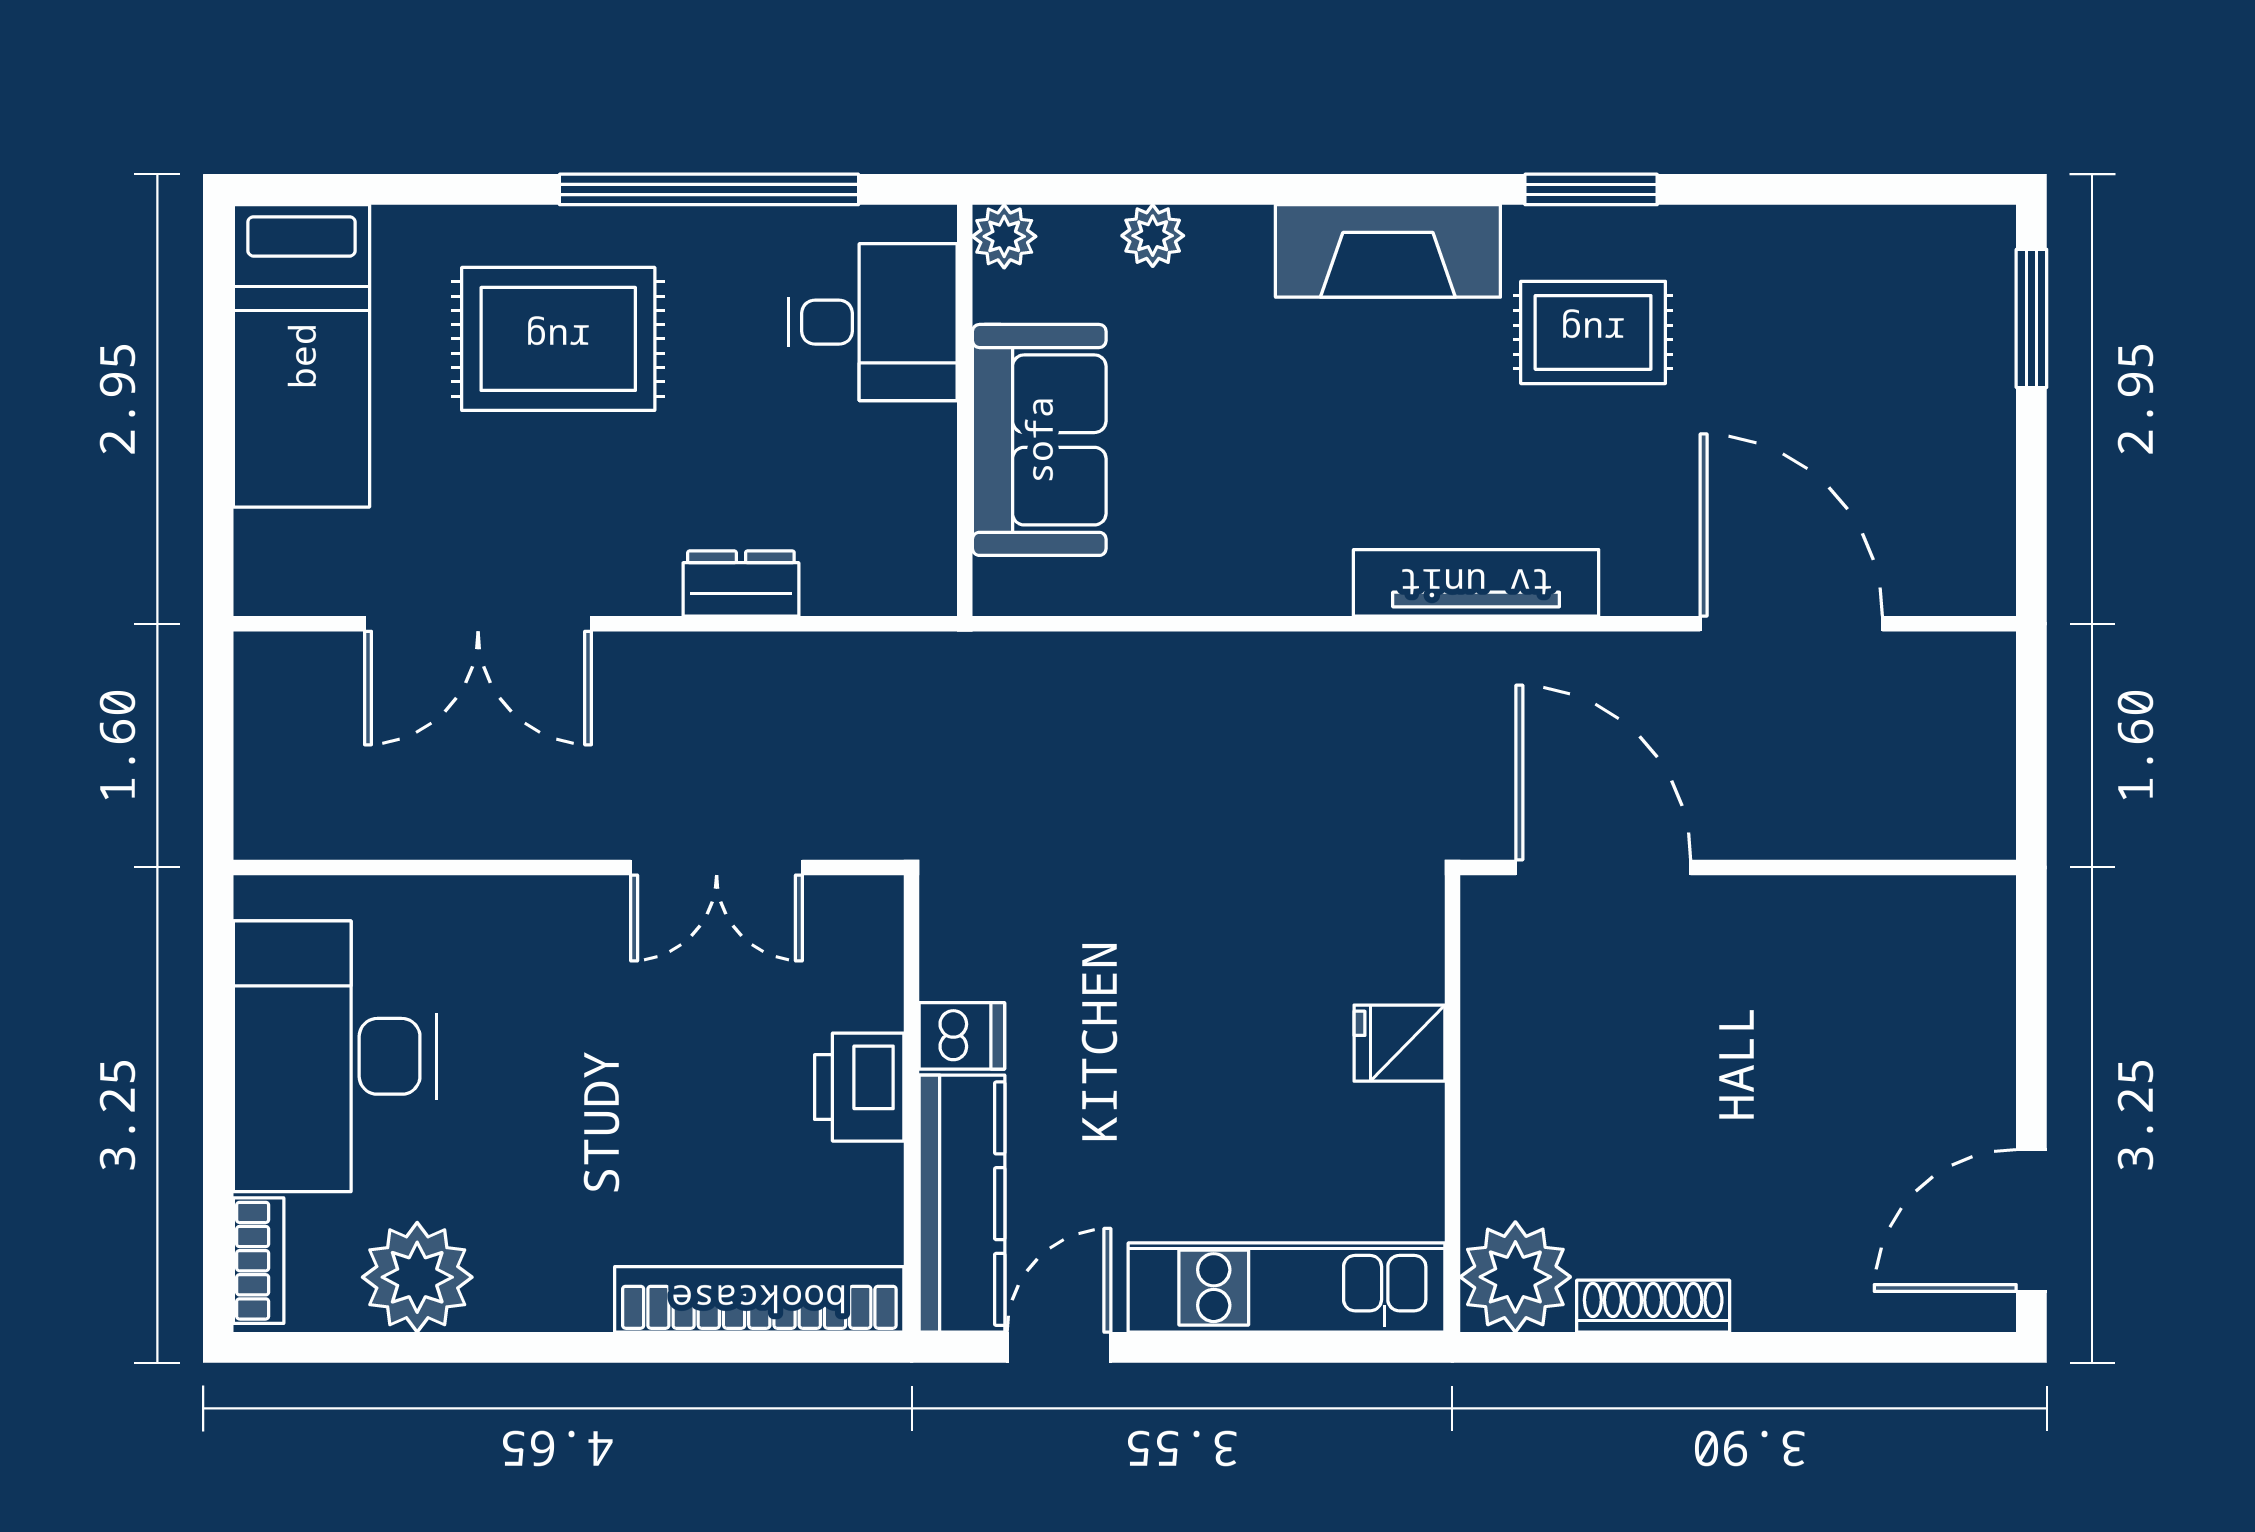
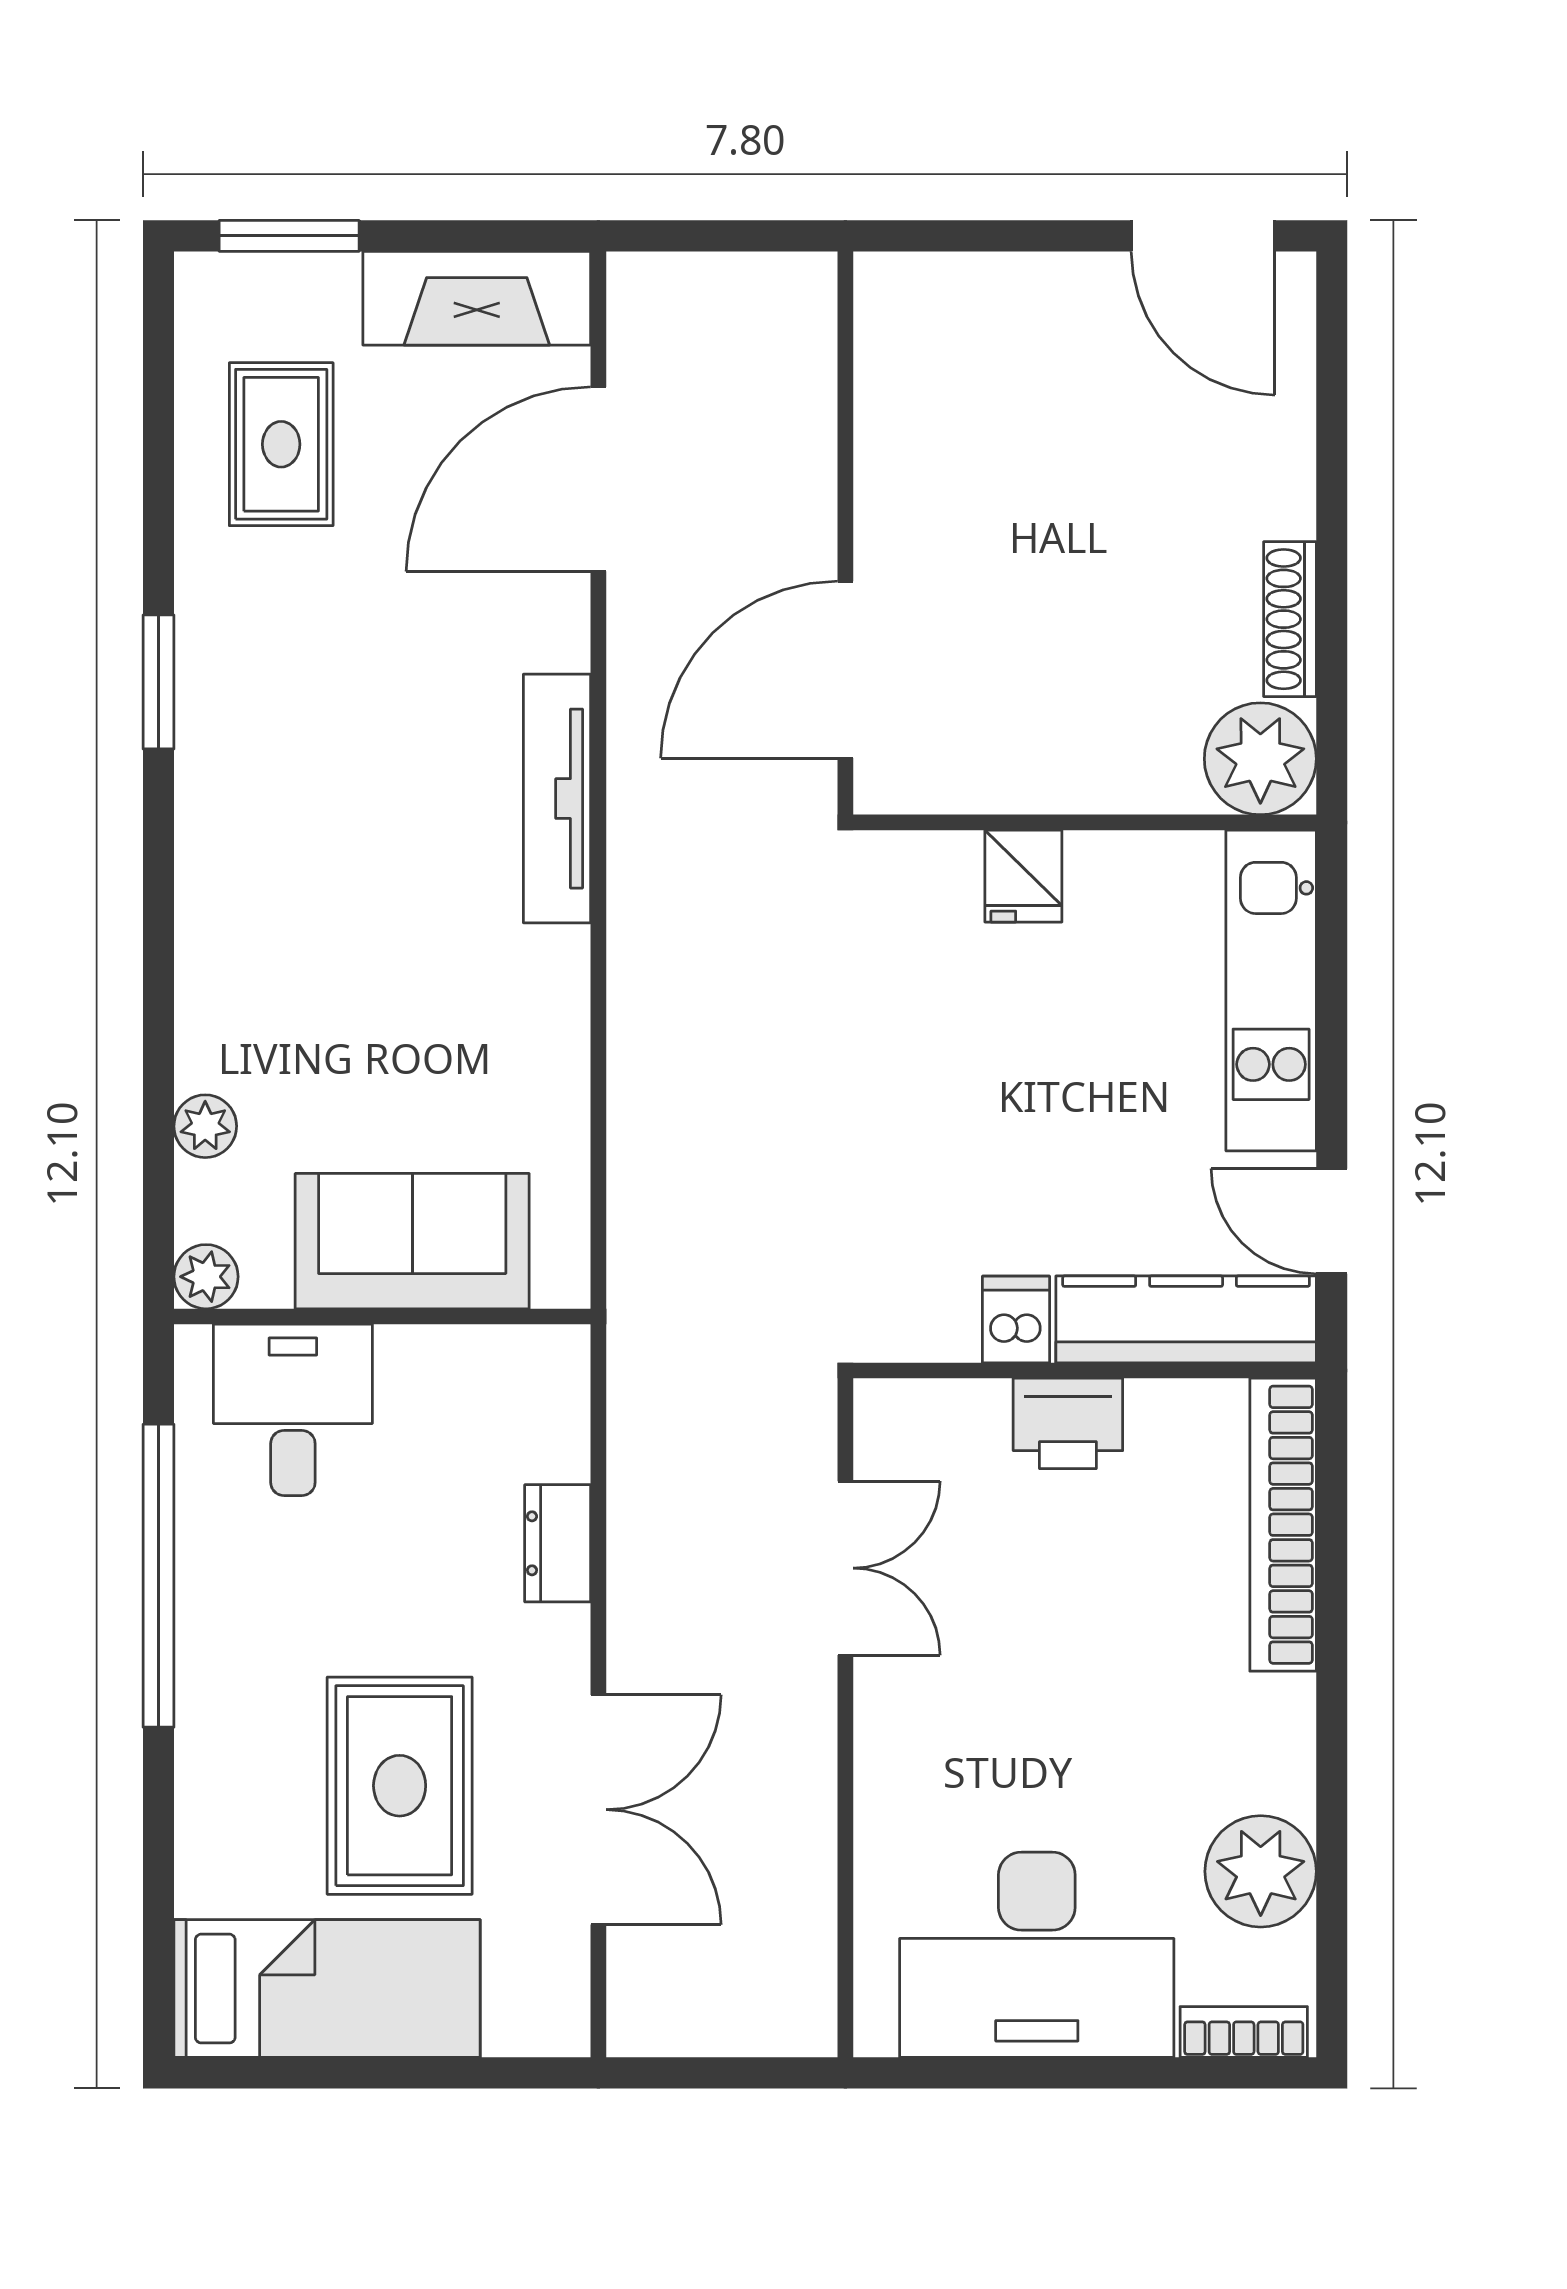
fireplace: (1388, 251) -> (477, 298), moved, turned 90
rug: (1593, 332) -> (281, 444), moved
rug: (558, 339) -> (400, 1786), moved

